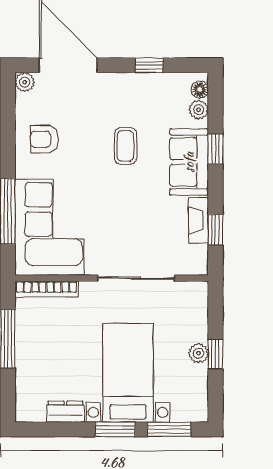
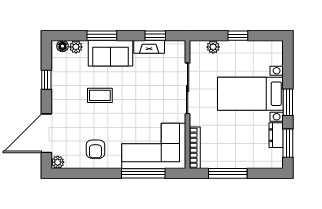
window: (215, 149) -> (102, 36), width x1.50
plant: (198, 353) -> (213, 47), moved
window: (169, 429) -> (288, 143), moved

